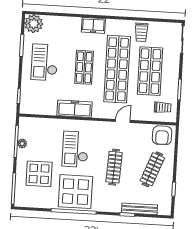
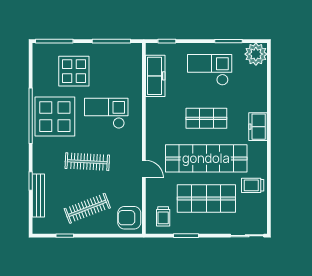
freezer: (75, 109) -> (155, 76), moved
plant: (22, 144) -> (109, 49), removed
clothes rail: (152, 169) -> (87, 208), turned -42

